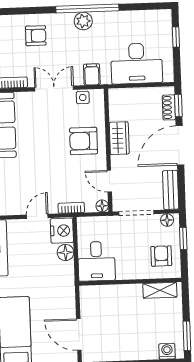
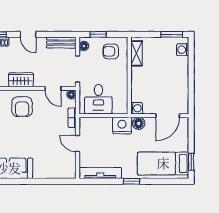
door: (180, 145) -> (28, 34), width x0.53
door: (109, 181) -> (53, 88), hinge flipped
nightstand: (62, 231) -> (122, 126), moved
floor lamp: (65, 252) -> (139, 123), moved
desk: (96, 261) -> (98, 99), moved, turned 90
washing machine: (87, 293) -> (137, 108), added

